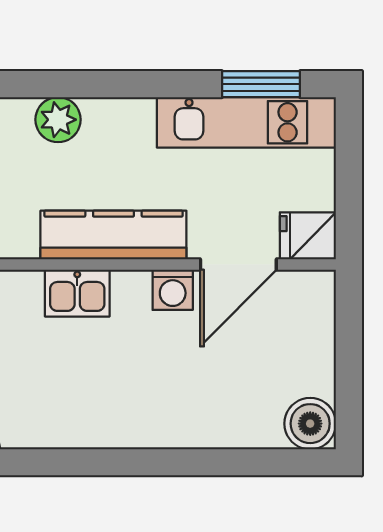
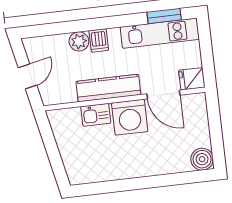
dishwasher: (104, 123) -> (99, 40), added
door: (238, 265) -> (163, 95), hinge flipped
washing machine: (173, 290) -> (130, 117), width x1.89, depth x1.89

